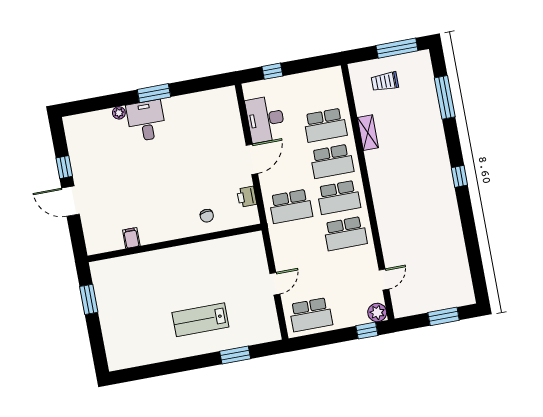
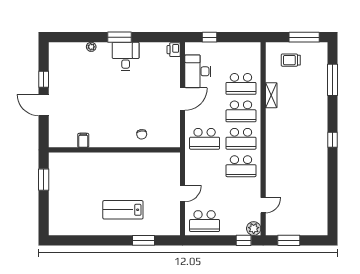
desk: (146, 121) -> (126, 56), moved
printer: (247, 197) -> (174, 50), moved
window: (444, 316) -> (289, 240), moved

